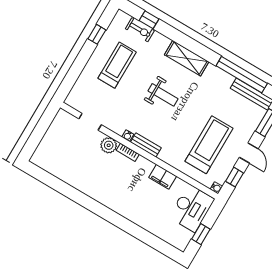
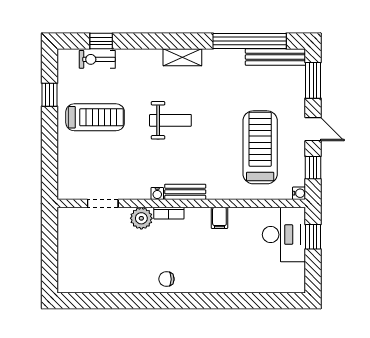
exercise bike: (140, 30) -> (97, 59), turned 180
shelving: (187, 58) -> (182, 57), width x0.67, depth x0.75
treadmill: (117, 65) -> (95, 117), turned 90
filing cabinet: (163, 177) -> (219, 218), width x0.50
chair: (102, 192) -> (166, 279), added
window: (201, 234) -> (313, 237), moved

